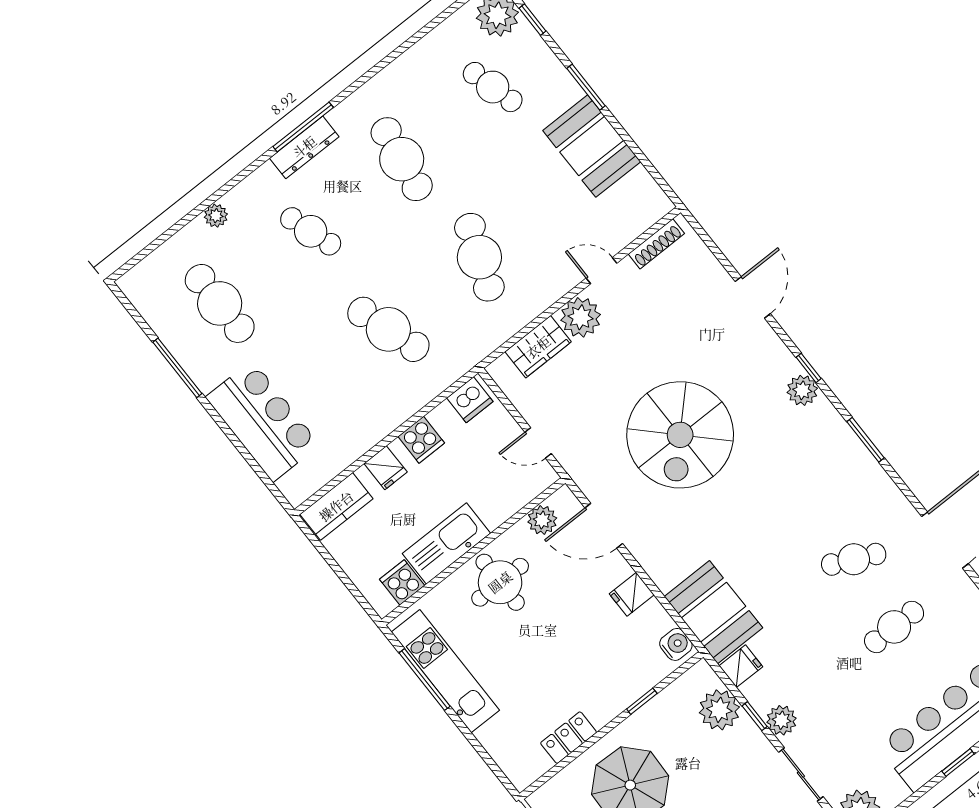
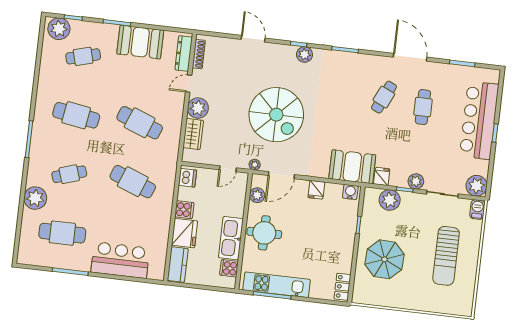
dresser: (304, 147) -> (184, 53), moved, turned 180
plant: (216, 216) -> (35, 198), width x1.88, depth x1.88
cafe table: (388, 329) -> (133, 182), turned 39
fridge: (386, 468) -> (185, 233), width x1.88, depth x1.34
plant: (581, 474) -> (255, 165), added
locker: (569, 738) -> (342, 287), moved

